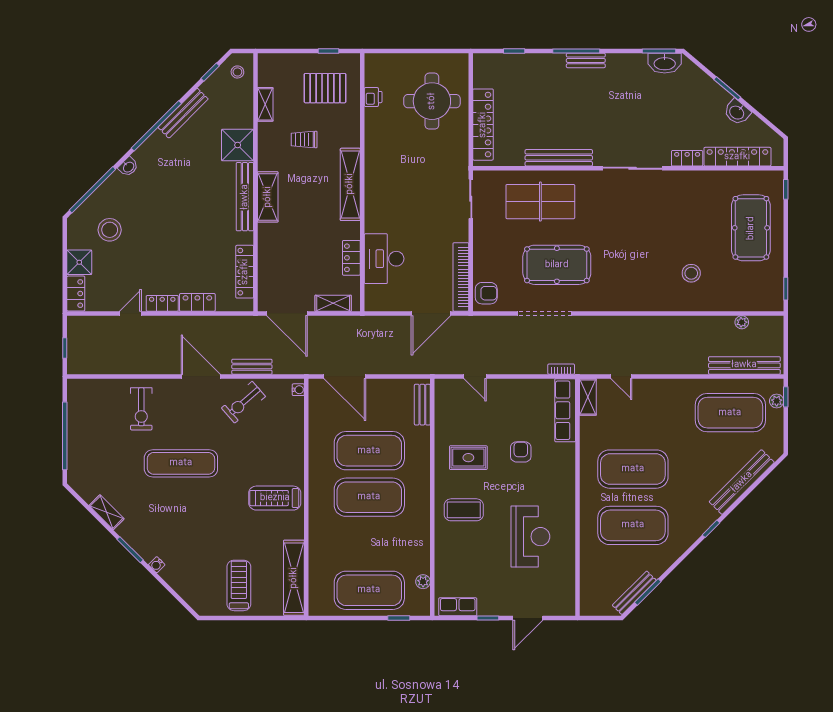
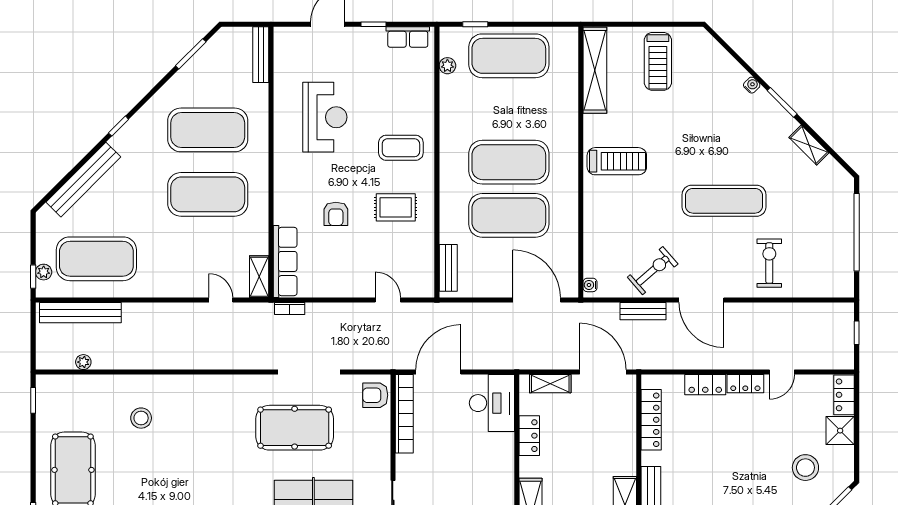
desk: (384, 259) -> (492, 403), moved
reception desk: (530, 537) -> (325, 117), turned 180
bench: (634, 593) -> (261, 55), moved, turned -45

